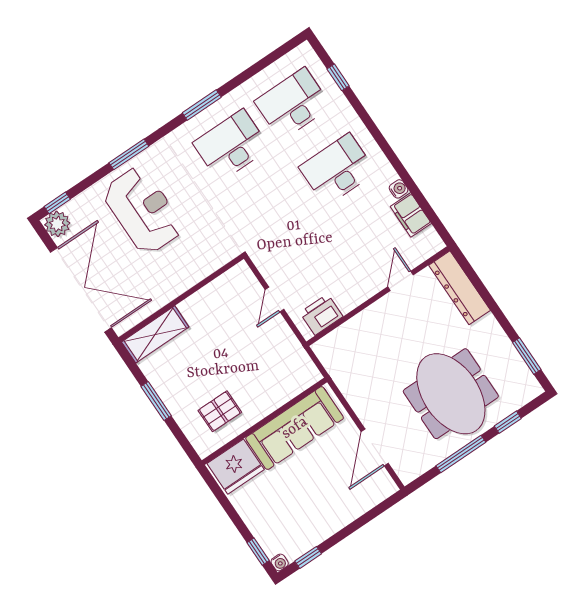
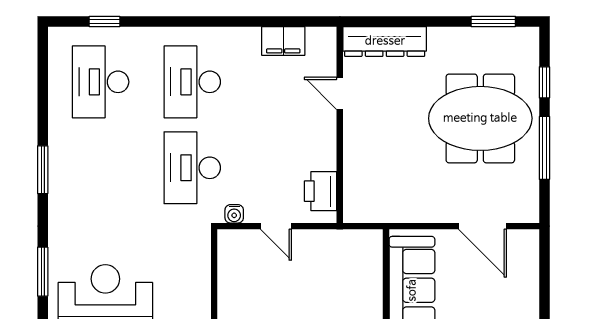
desk: (231, 146) -> (192, 168), moved
water cooler: (399, 189) -> (234, 214), moved, turned 180

